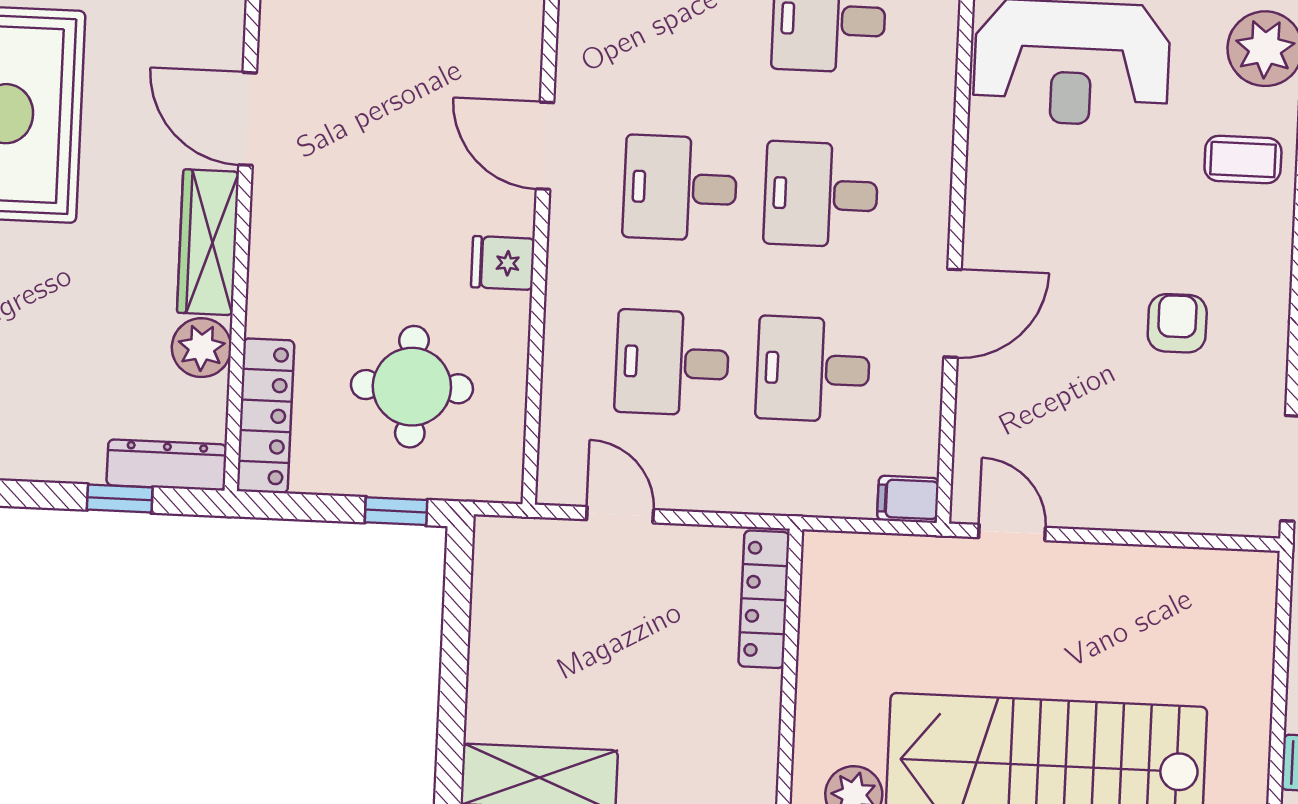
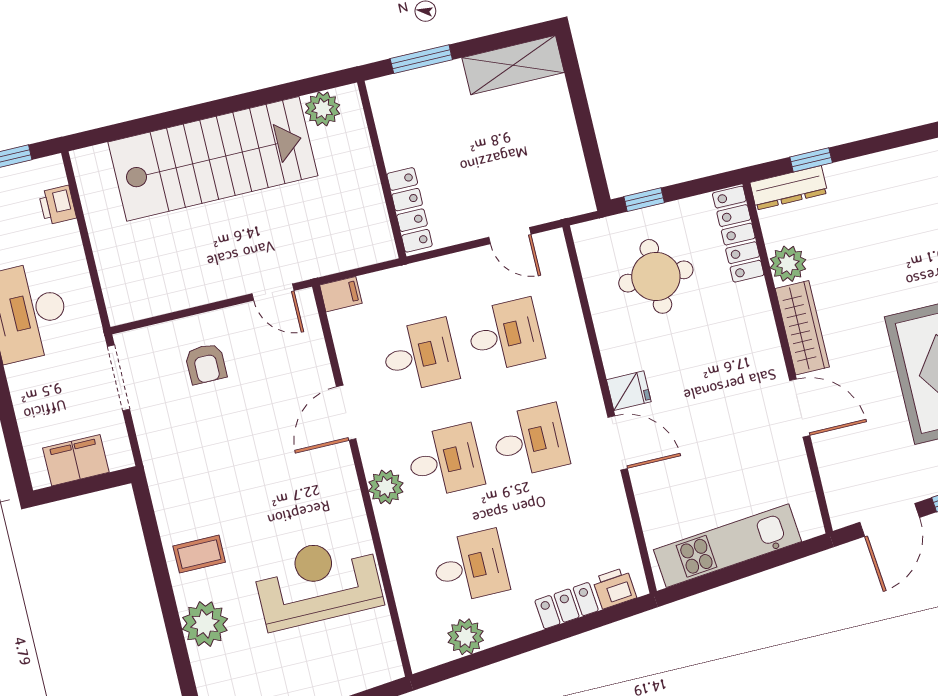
plant: (924, 180) -> (386, 487), added
fridge: (503, 263) -> (629, 391), moved
armchair: (1177, 323) -> (206, 364), moved

